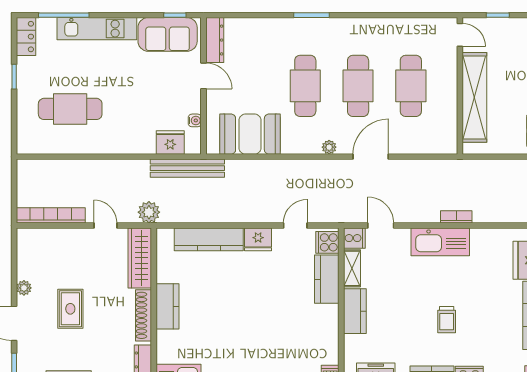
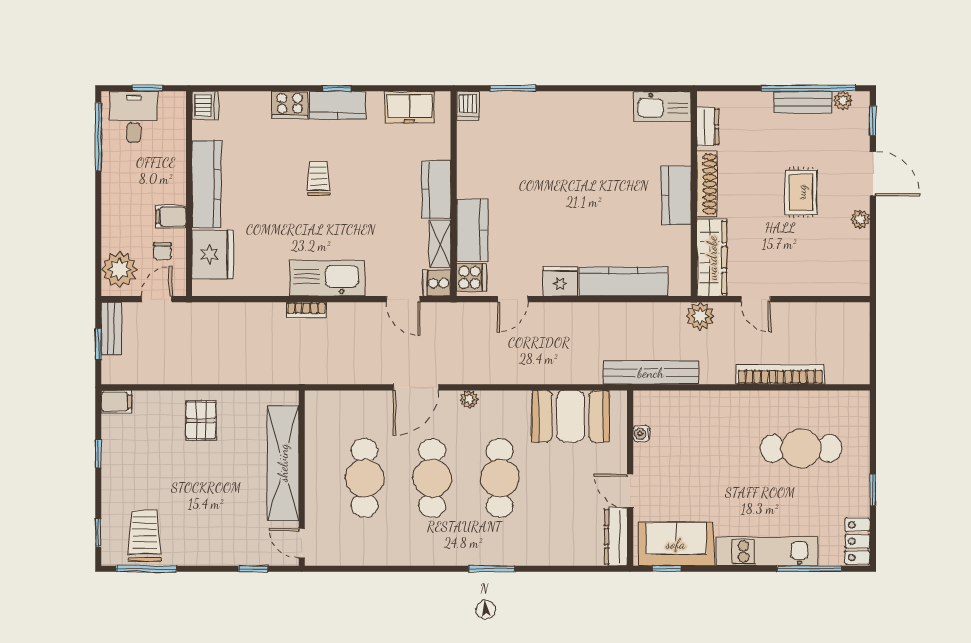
fridge: (170, 142) -> (673, 406), removed
bookcase: (51, 215) -> (780, 374), moved, turned 180

